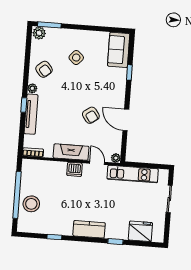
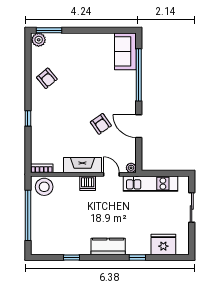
side table: (76, 58) -> (80, 63), removed
window: (129, 72) -> (139, 75), width x3.17
plant: (32, 88) -> (36, 100), removed
tv unit: (31, 114) -> (36, 128), removed
stool: (31, 204) -> (44, 187), moved

